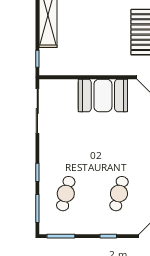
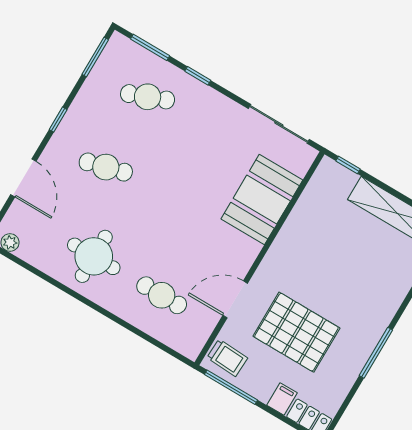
booth: (103, 95) -> (262, 200), moved
cafe table: (66, 194) -> (148, 97), turned -36
cafe table: (119, 194) -> (106, 167), turned -30

